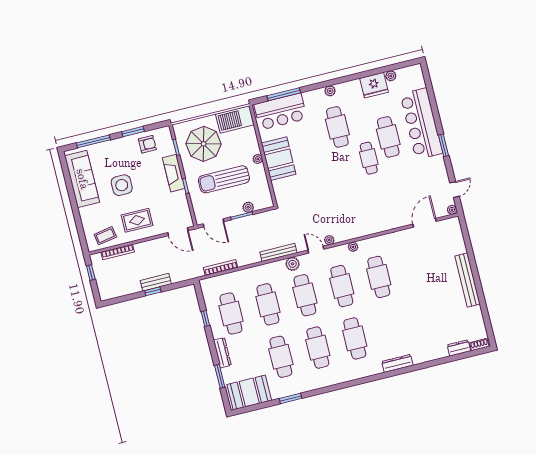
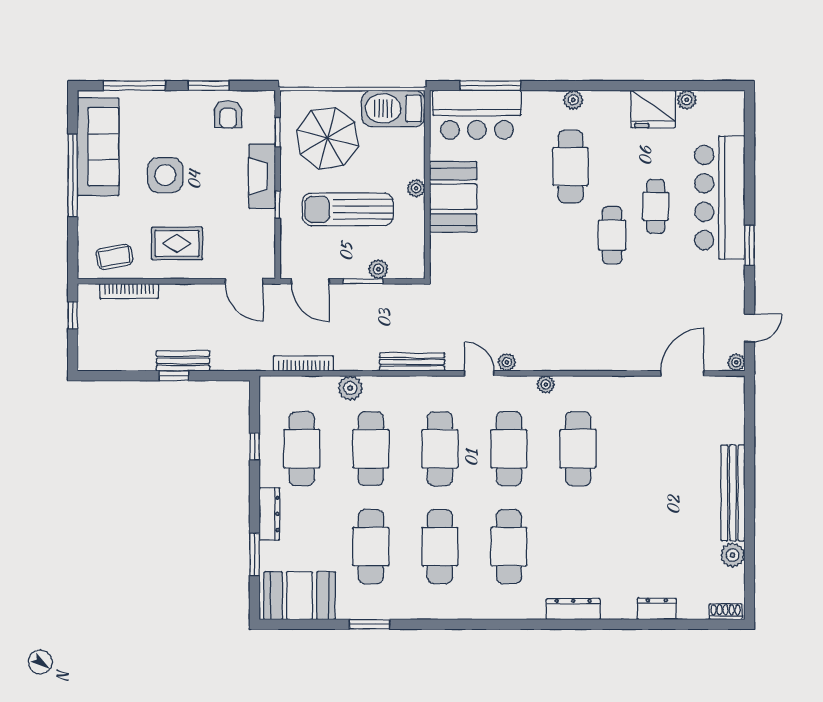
cafe table: (388, 137) -> (656, 206), width x0.73, depth x0.74
armchair: (147, 144) -> (228, 114), turned 90
window: (72, 198) -> (73, 175), added
plant: (293, 264) -> (350, 388), moved
plant: (476, 313) -> (733, 555), added
dresser: (459, 348) -> (657, 609), moved

